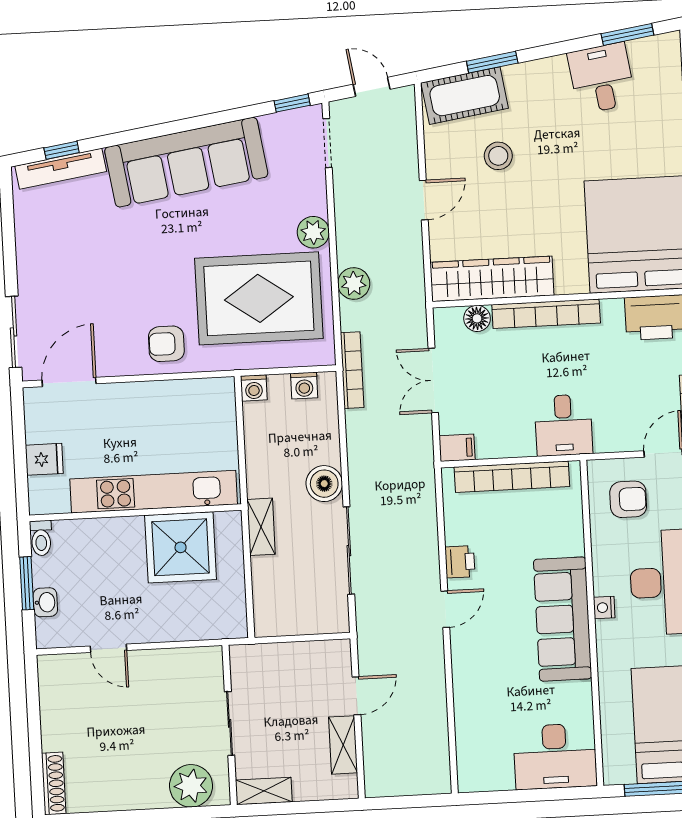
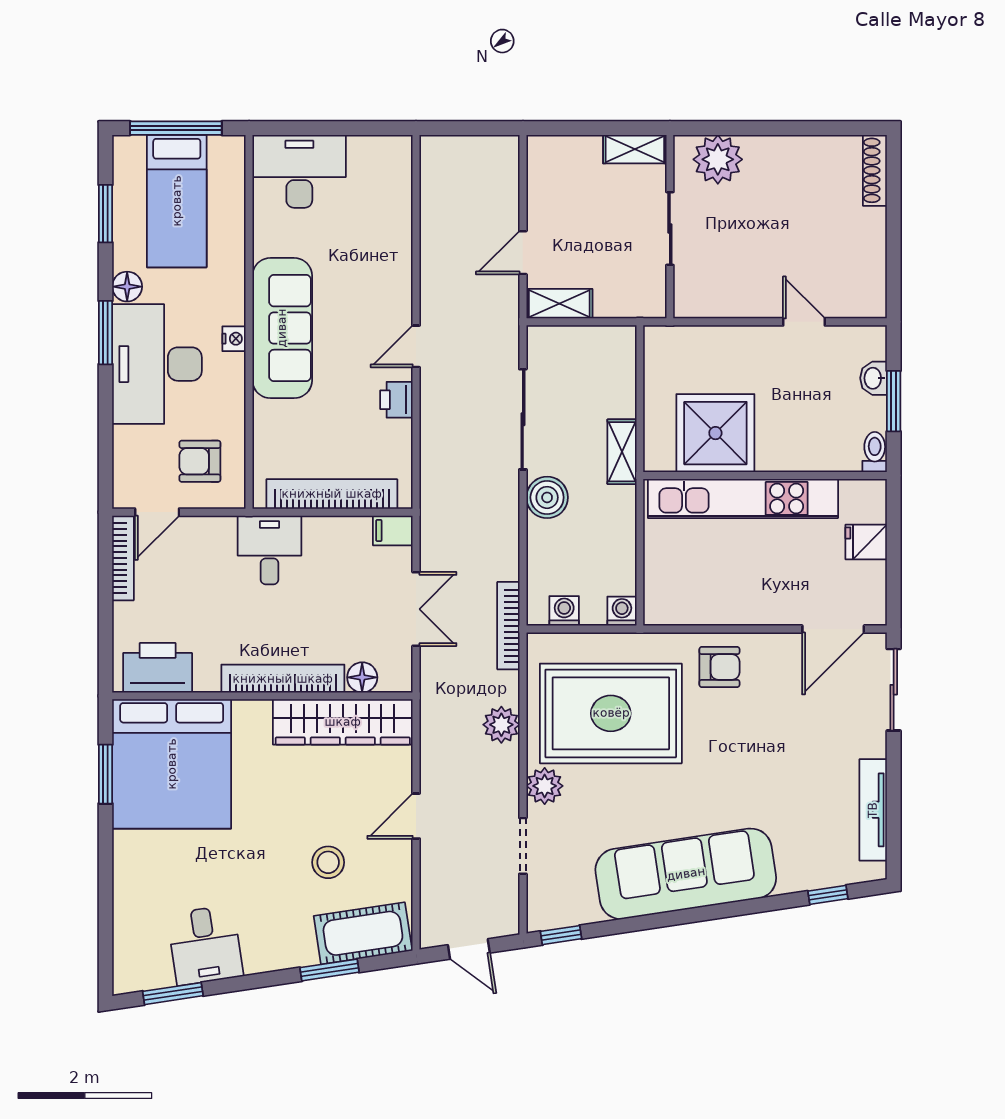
doorway: (327, 143) -> (523, 846), moved
tv unit: (61, 169) -> (873, 810), moved, turned -81
shelving: (343, 745) -> (559, 304), moved, turned 90

